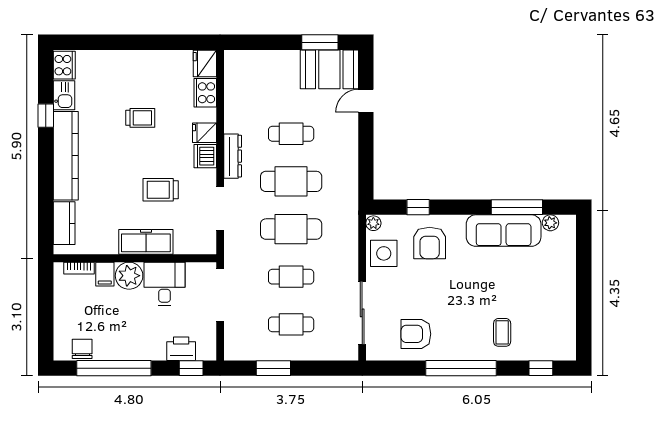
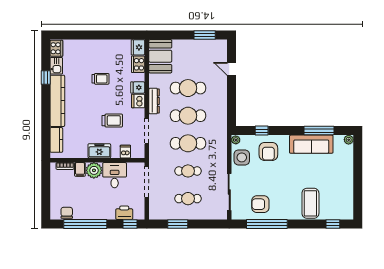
booth: (329, 69) -> (160, 56), moved, turned 90
door: (366, 101) -> (231, 69), hinge flipped
cafe table: (291, 134) -> (188, 88), width x1.37, depth x1.35
trolley: (161, 190) -> (112, 121), turned 180
plant: (550, 223) -> (349, 140), moved
freezer: (146, 242) -> (99, 151), width x0.71
dishwasher: (183, 243) -> (125, 152), added
coffee table: (502, 332) -> (310, 203), width x1.86, depth x1.72
window: (461, 368) -> (267, 224), moved

